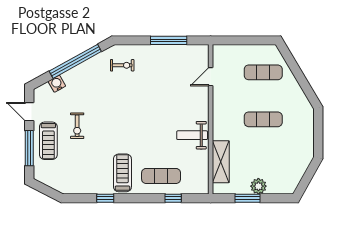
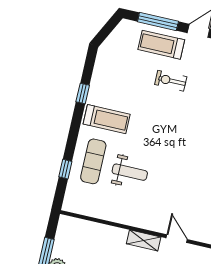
door: (211, 77) -> (177, 239), moved
weight bench: (192, 135) -> (130, 172), moved, turned 90
shelving: (221, 162) -> (144, 240), moved, width x0.67, depth x0.75

